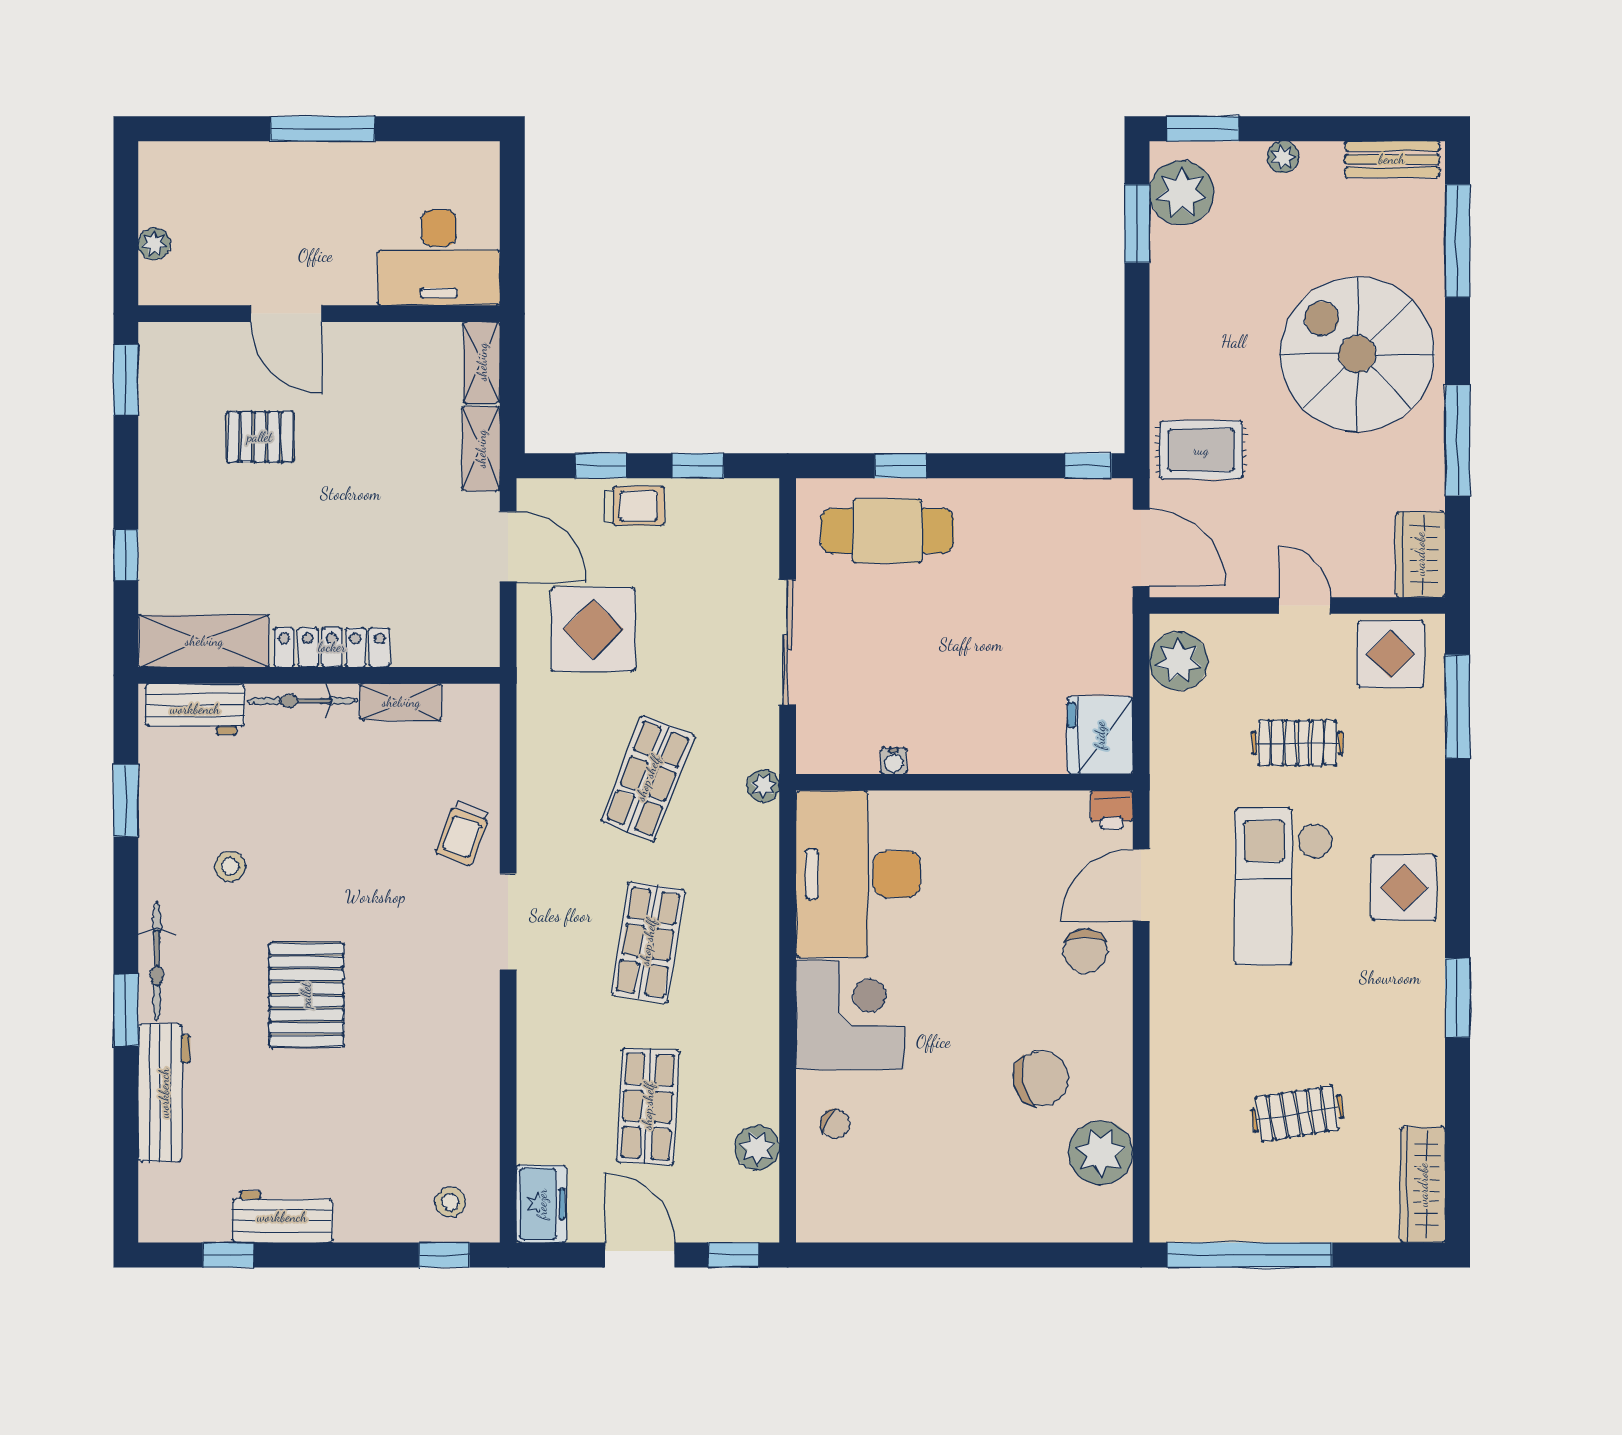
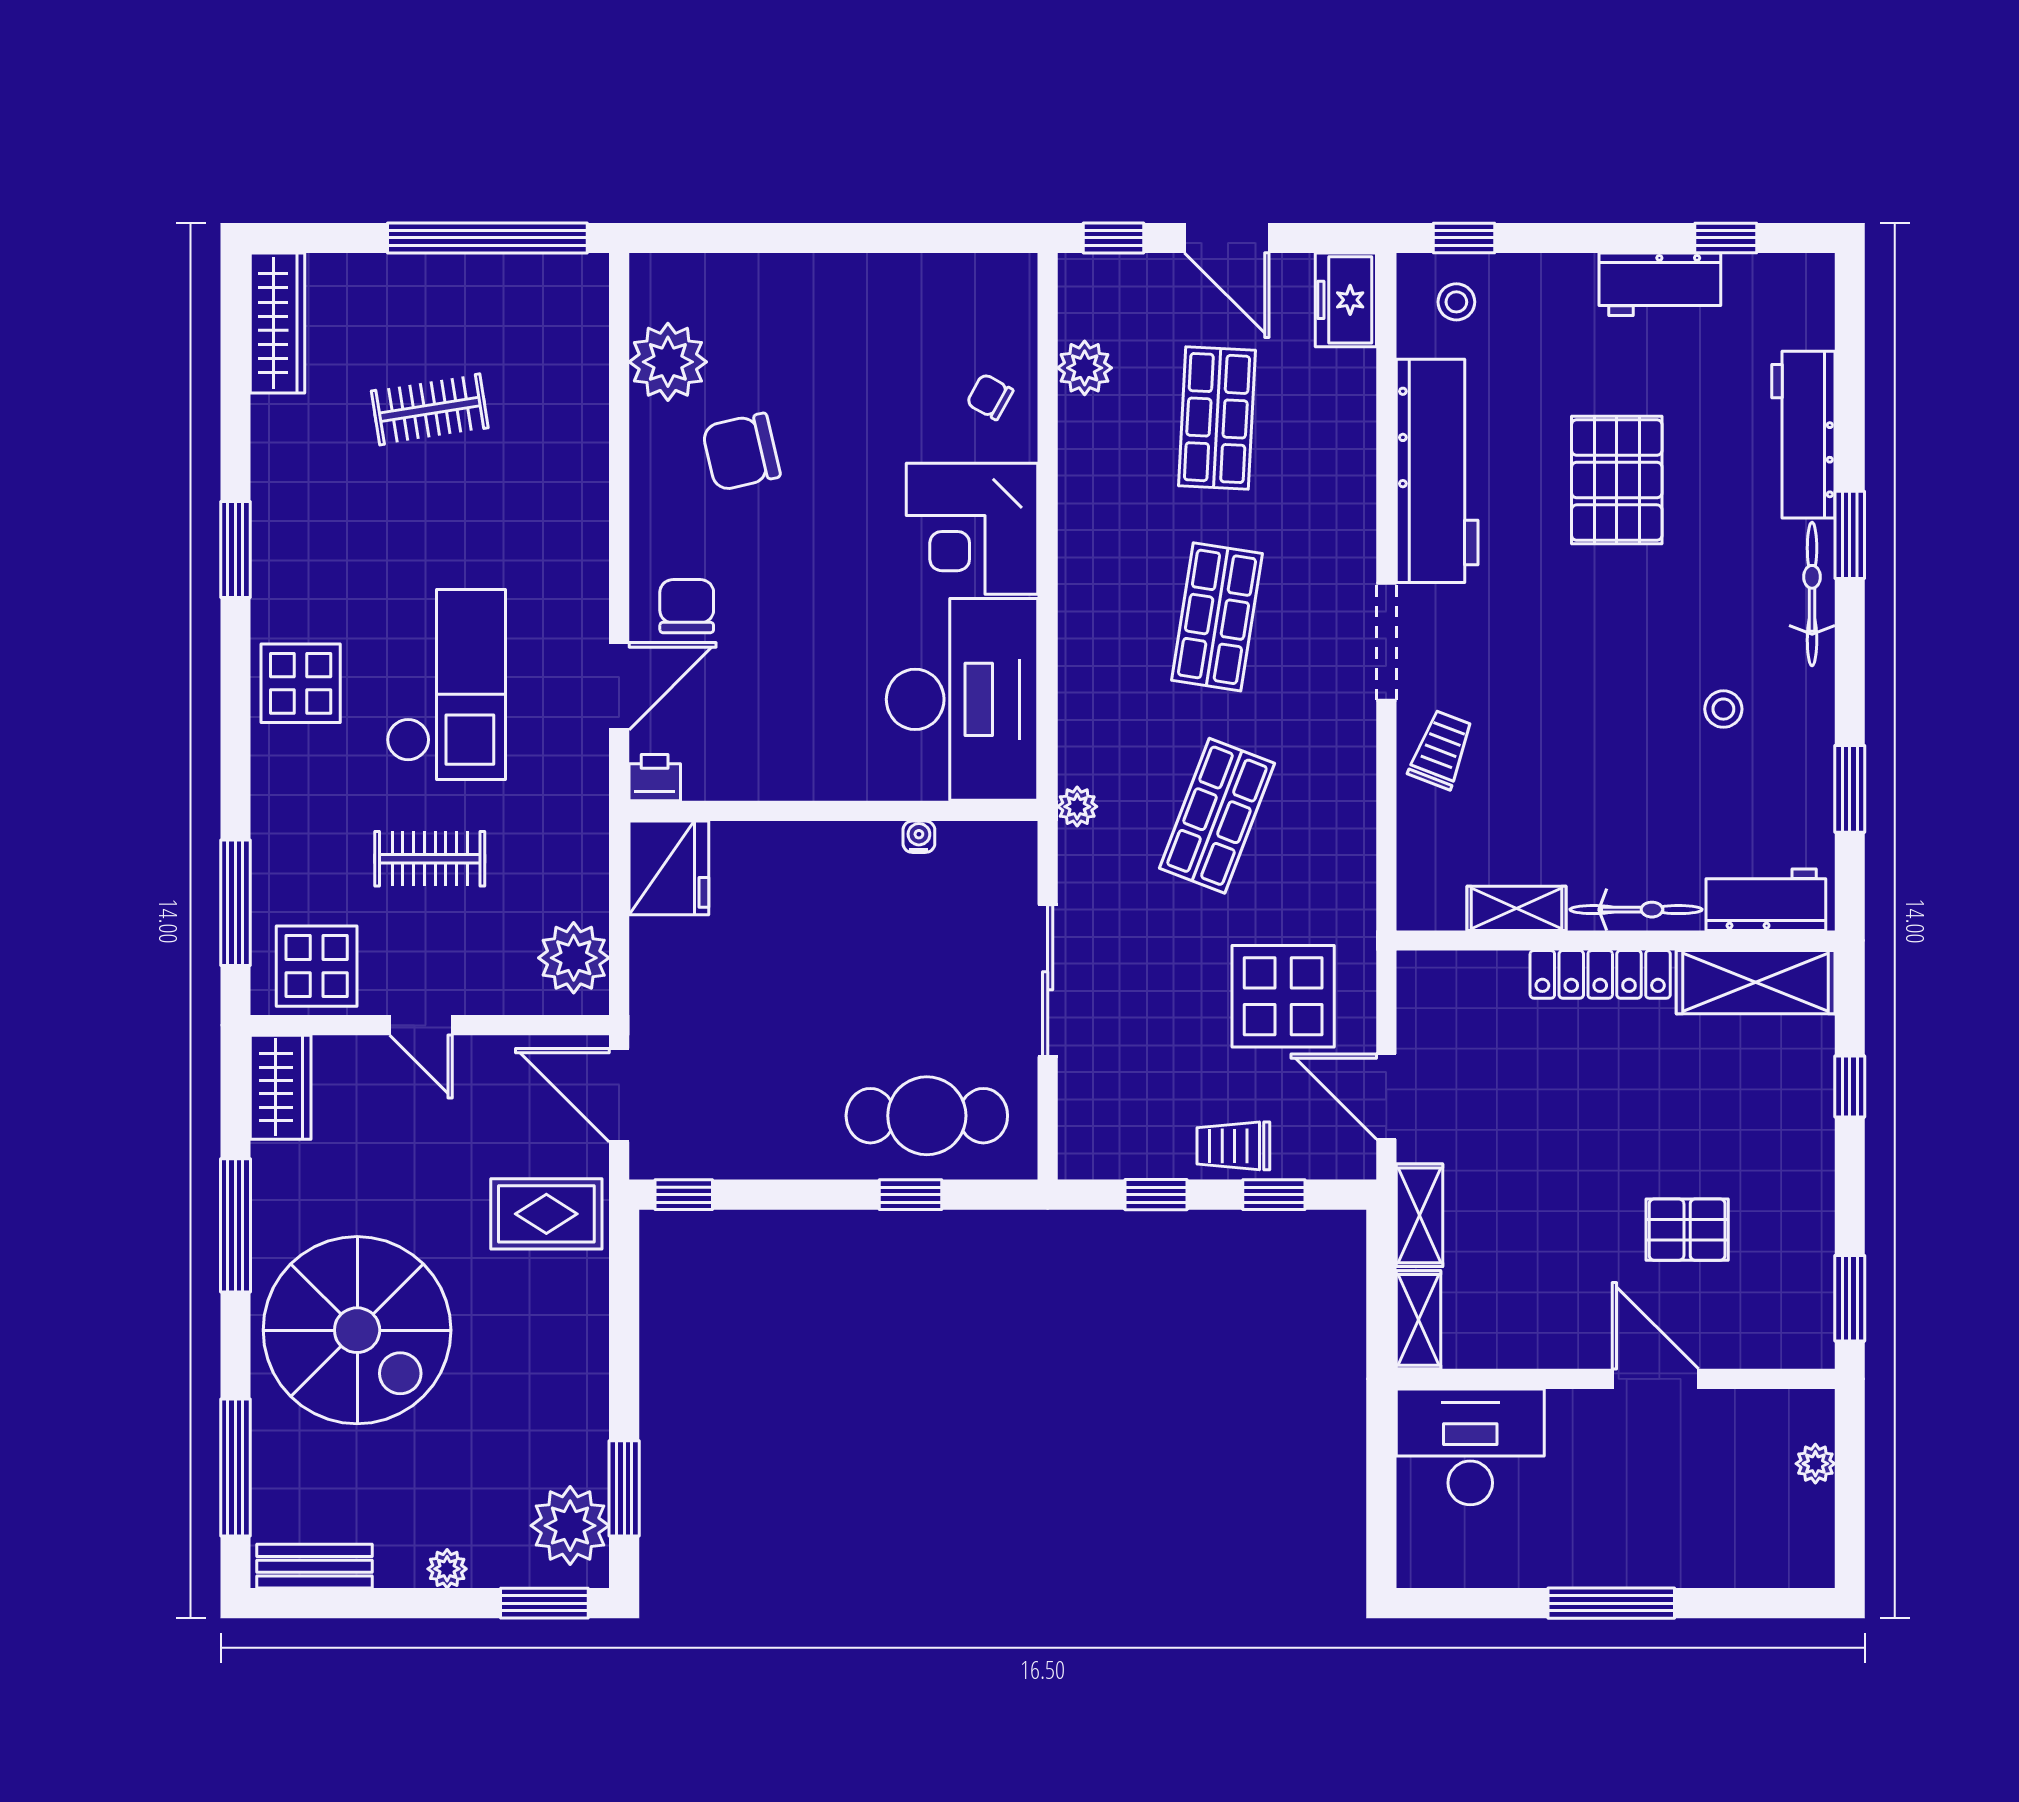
pallet: (306, 995) -> (1617, 480), moved
workbench: (466, 1063) -> (1437, 471), added

